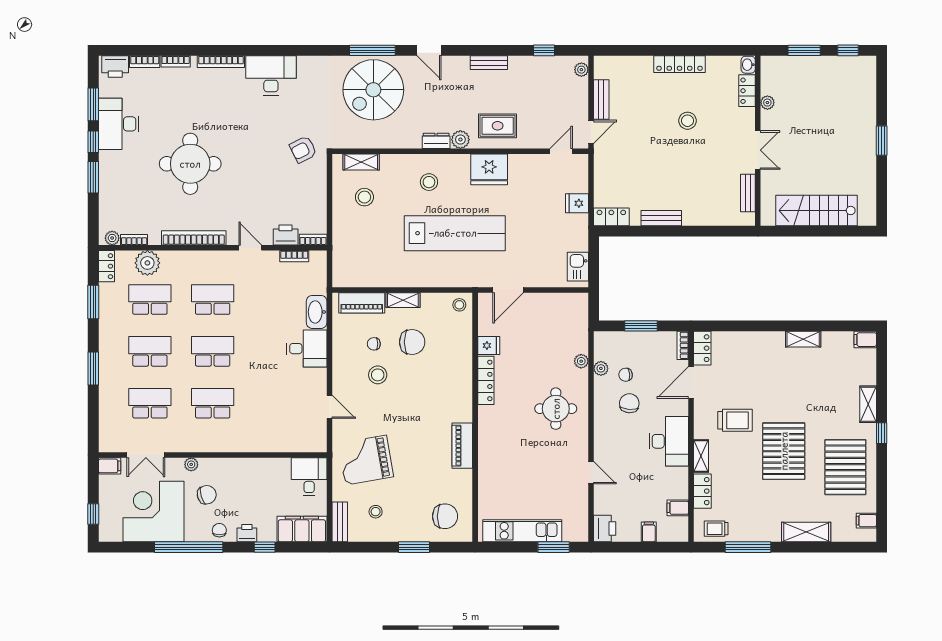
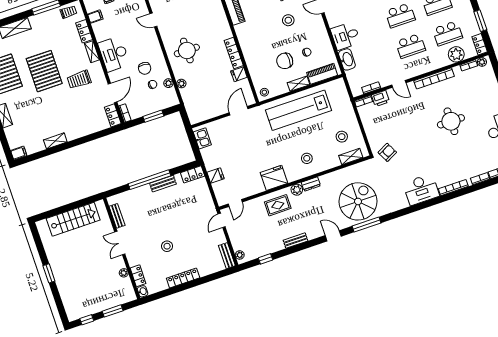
bench: (601, 99) -> (227, 256), moved
round table: (190, 164) -> (451, 121), width x0.73, depth x0.73
window: (680, 231) -> (149, 180), added
lab bench: (455, 233) -> (299, 110), moved
stool: (378, 375) -> (288, 20), moved

